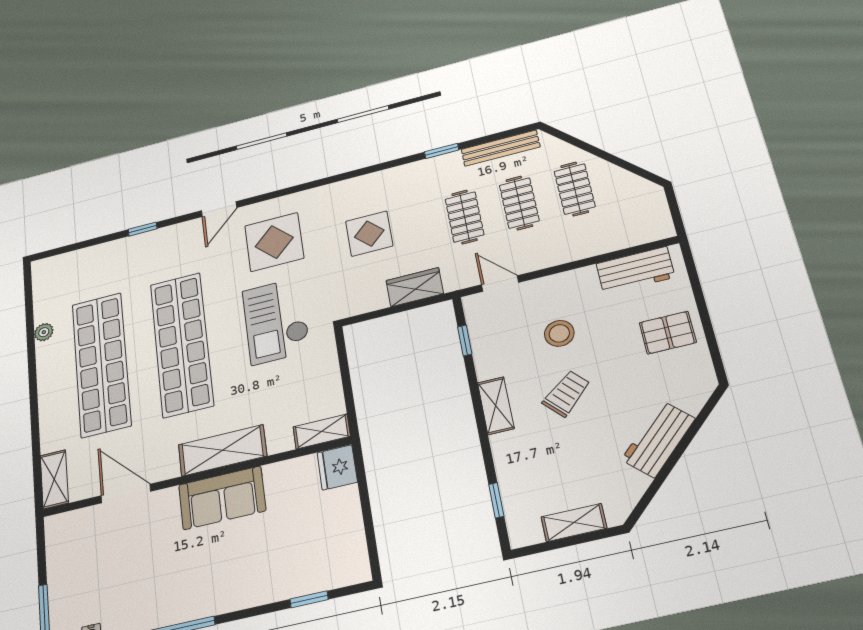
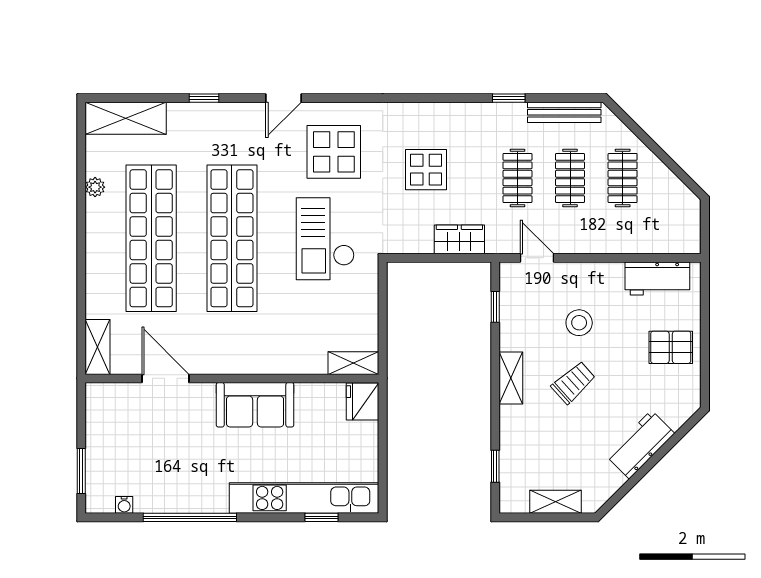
shelving: (222, 450) -> (126, 118), moved
kitchen unit: (287, 583) -> (304, 498), added

